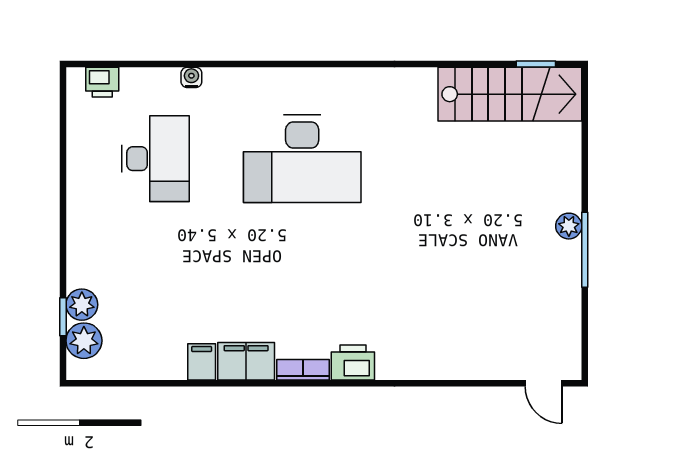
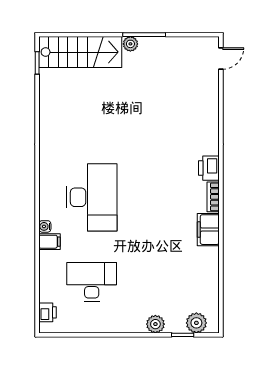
water cooler: (191, 77) -> (45, 226), moved
stairs: (510, 94) -> (80, 52), moved, turned 90
plant: (82, 305) -> (155, 324), moved
filing cabinet: (202, 362) -> (50, 242), moved, turned 180

